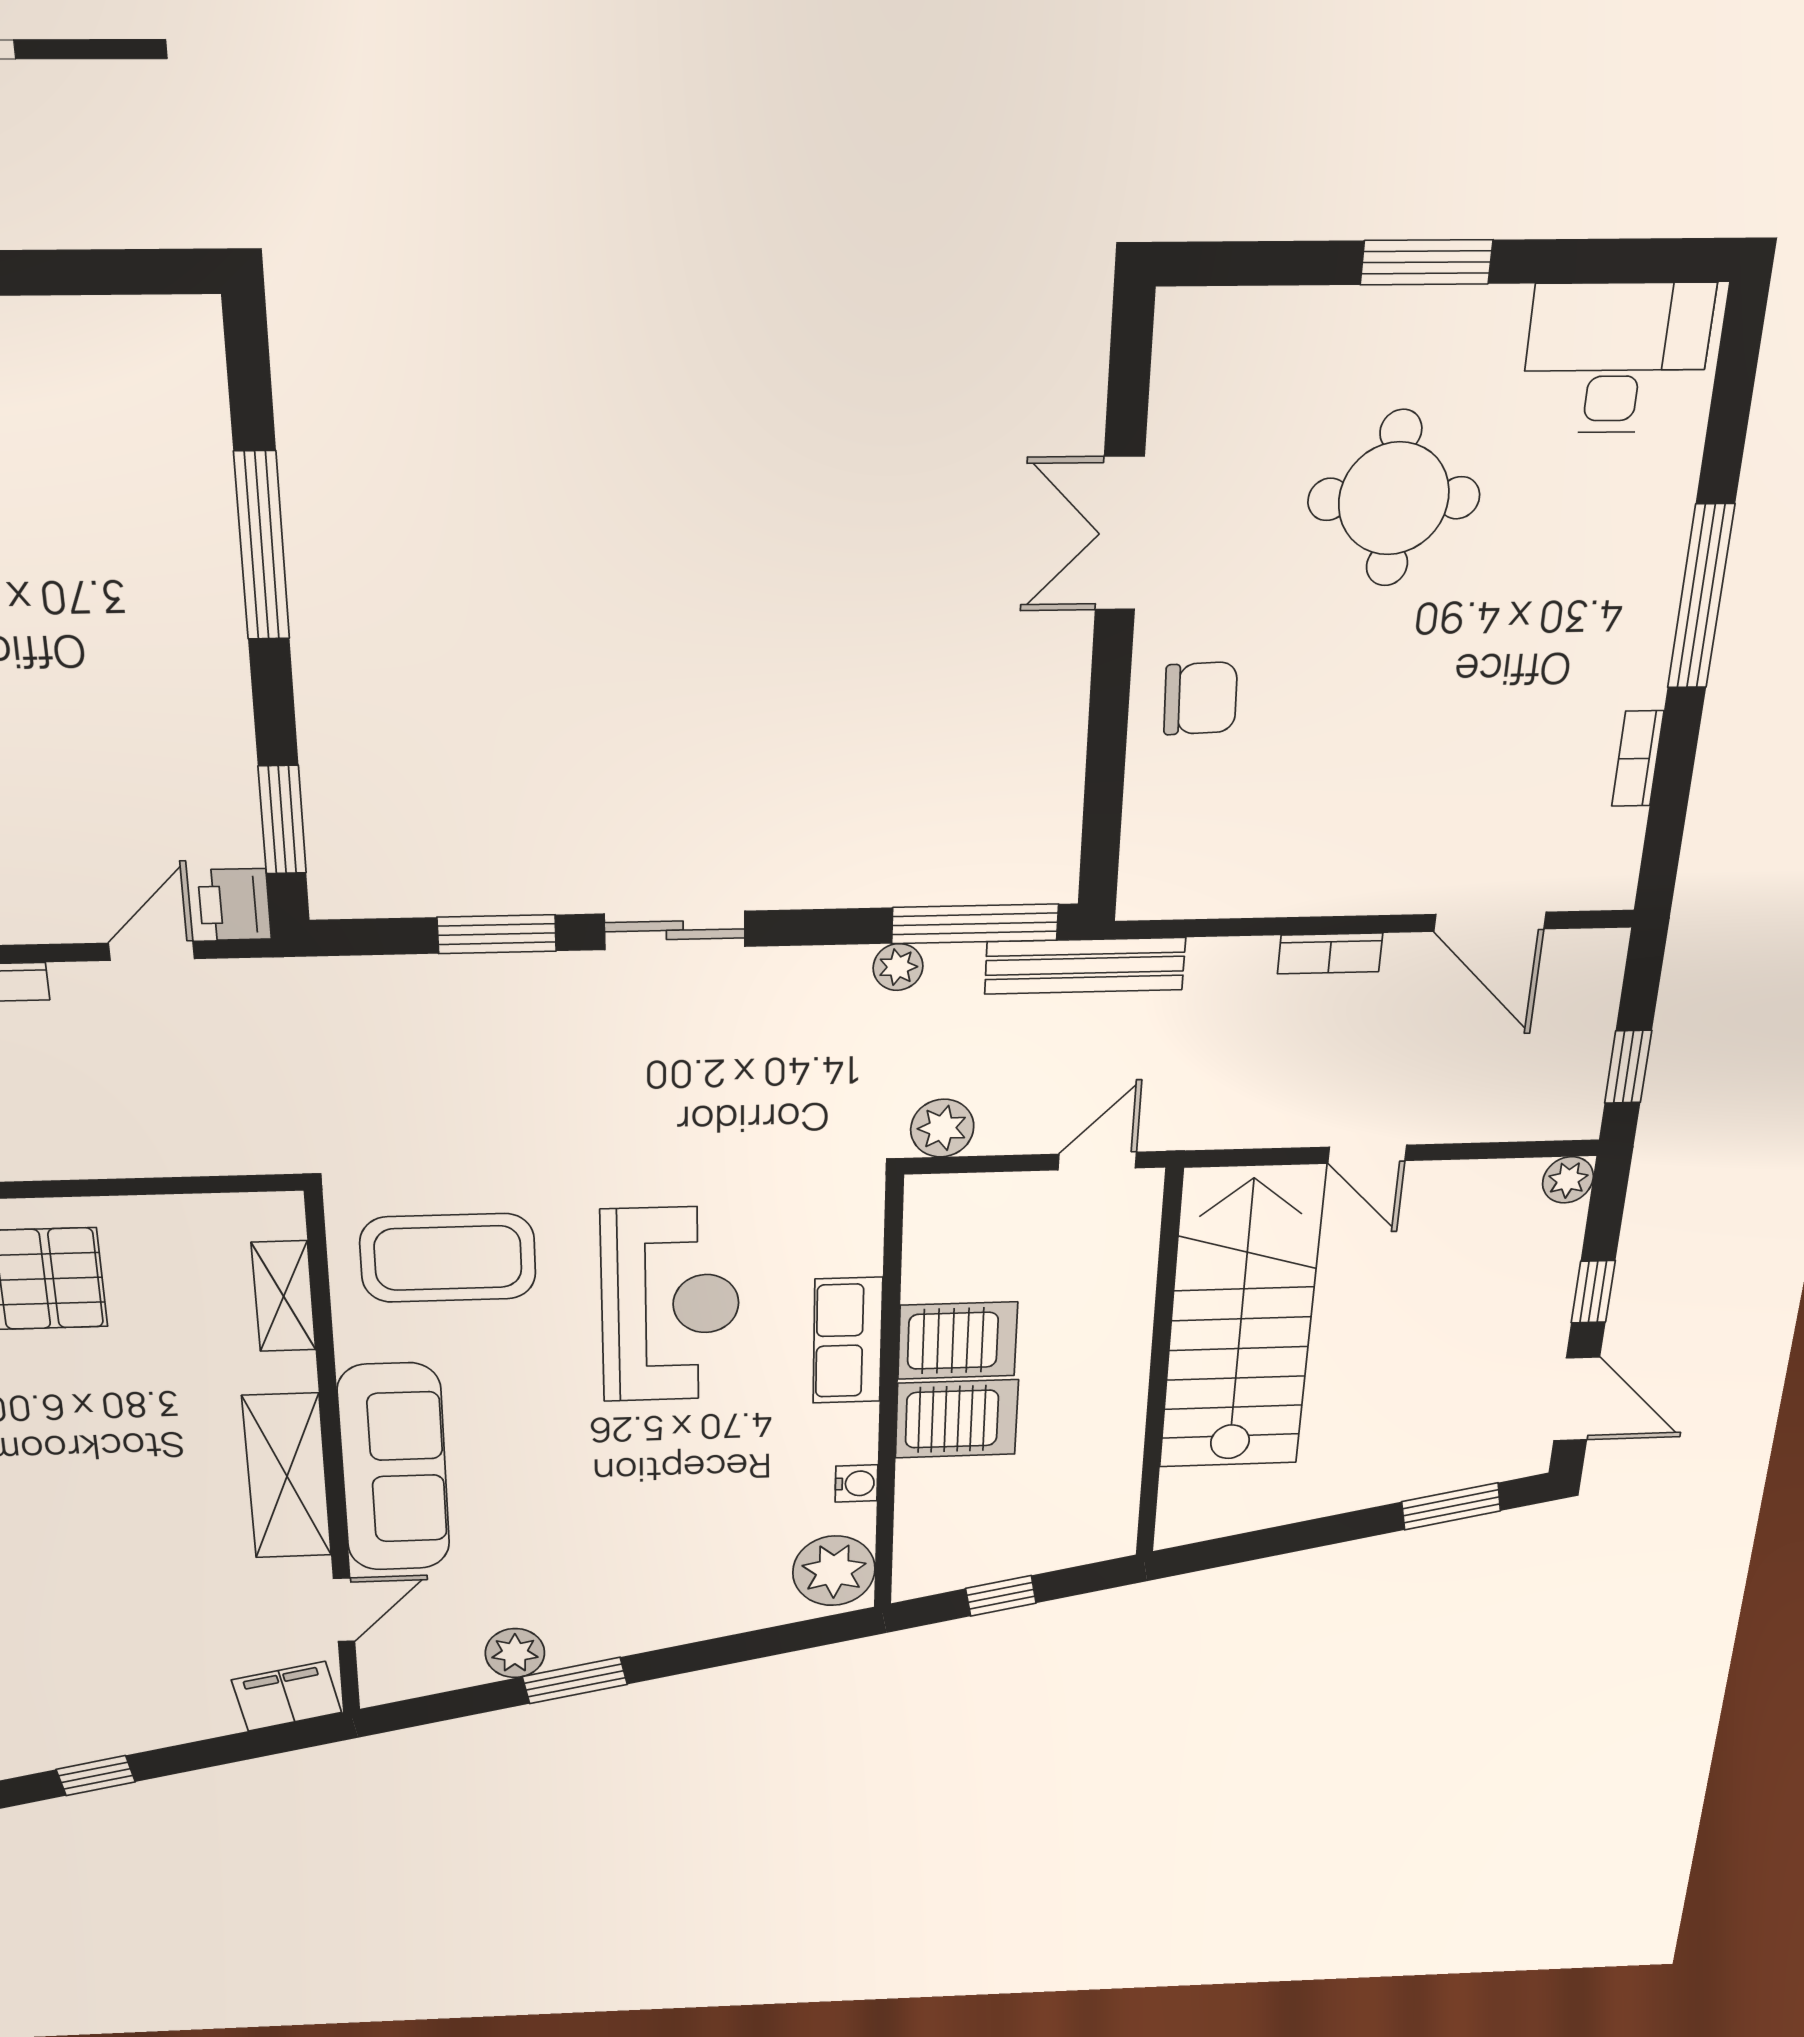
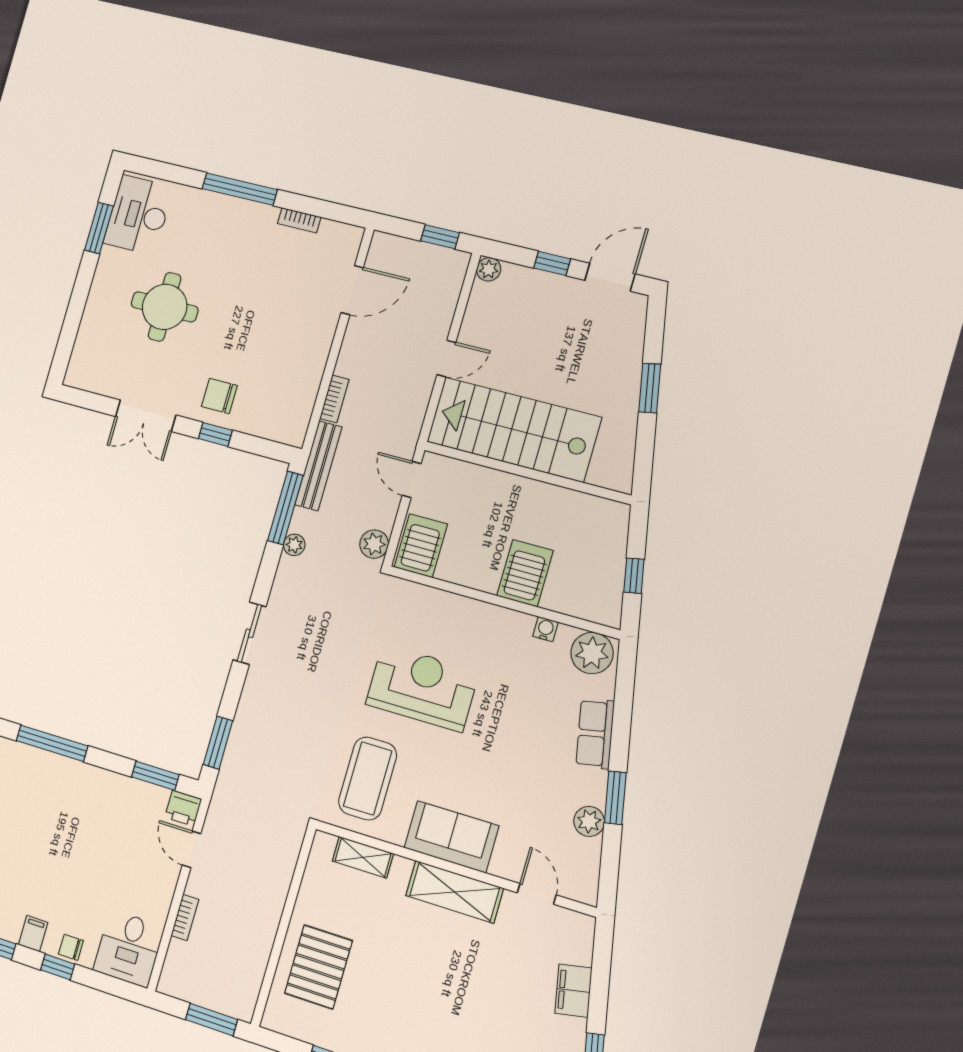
window: (1427, 262) -> (99, 228), moved
chair: (1201, 698) -> (219, 396), turned -88
window: (1108, 716) -> (215, 434), added
window: (497, 934) -> (218, 743), moved
bookcase: (1330, 953) -> (334, 399), moved
row of seats: (848, 1341) -> (595, 734), moved, turned 79
server rack: (957, 1341) -> (421, 546), moved
sofa: (394, 1468) -> (451, 837), width x0.73
window: (1451, 1506) -> (650, 388), moved
filing cabinet: (287, 1696) -> (573, 991), moved

